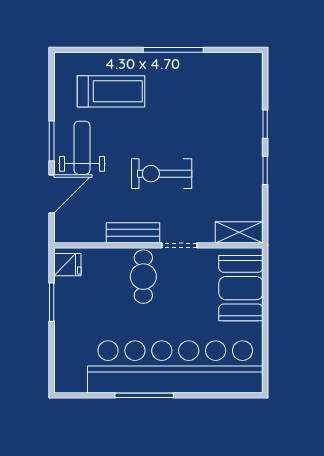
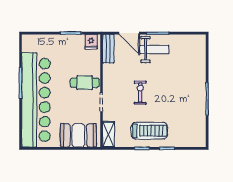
treadmill: (111, 91) -> (149, 131), moved, turned -90
exercise bike: (162, 174) -> (140, 93), width x0.73, depth x0.72
bench: (133, 233) -> (108, 49), moved

